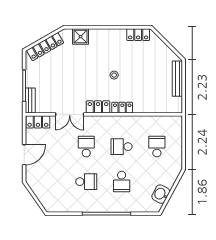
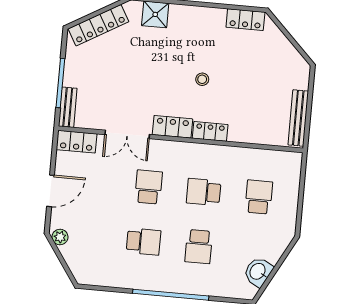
bench: (177, 79) -> (298, 118), moved
plant: (33, 183) -> (60, 237), added

